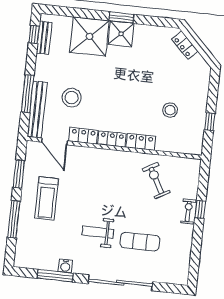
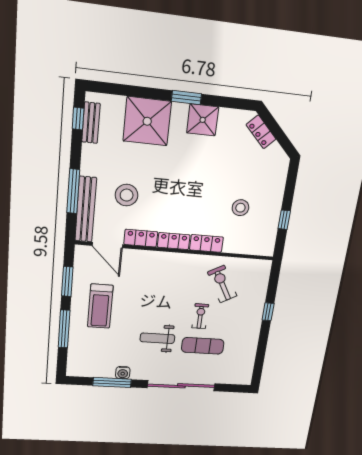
shower: (121, 34) -> (203, 120), moved
exercise bike: (188, 211) -> (200, 316), moved

